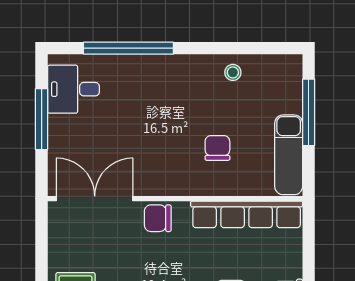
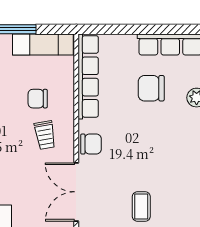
trolley: (169, 158) -> (45, 135), added
chair: (158, 218) -> (91, 144), turned -90

